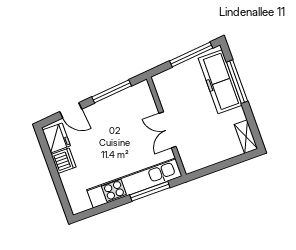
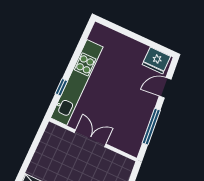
dishwasher: (63, 161) -> (137, 50), removed
window: (150, 191) -> (61, 87), width x0.46

